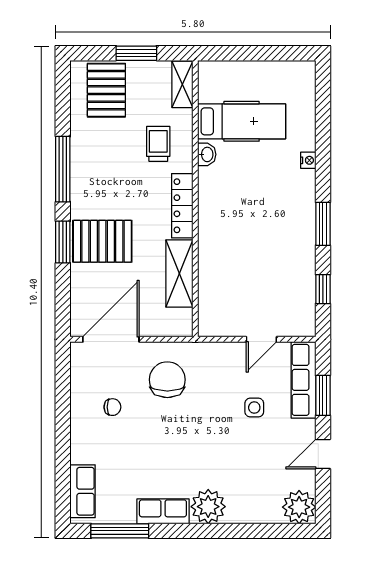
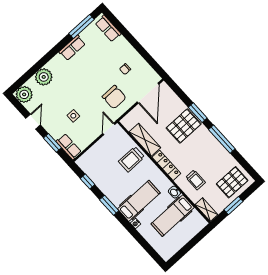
pallet: (106, 90) -> (232, 182), turned 90
hospital bed: (272, 190) -> (139, 201), added
trolley: (226, 262) -> (132, 159), added
door: (261, 339) -> (109, 129), moved
row of seats: (303, 380) -> (69, 147), width x0.68
plant: (208, 507) -> (44, 77), moved

